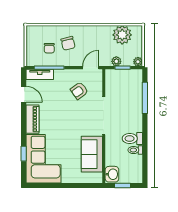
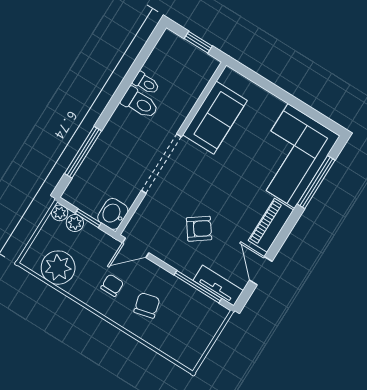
chair: (49, 48) -> (112, 285), moved
plant: (116, 61) -> (75, 223), moved
armchair: (79, 91) -> (199, 229), moved
window: (24, 154) -> (316, 182), width x2.17
washbasin: (112, 174) -> (113, 214), moved

